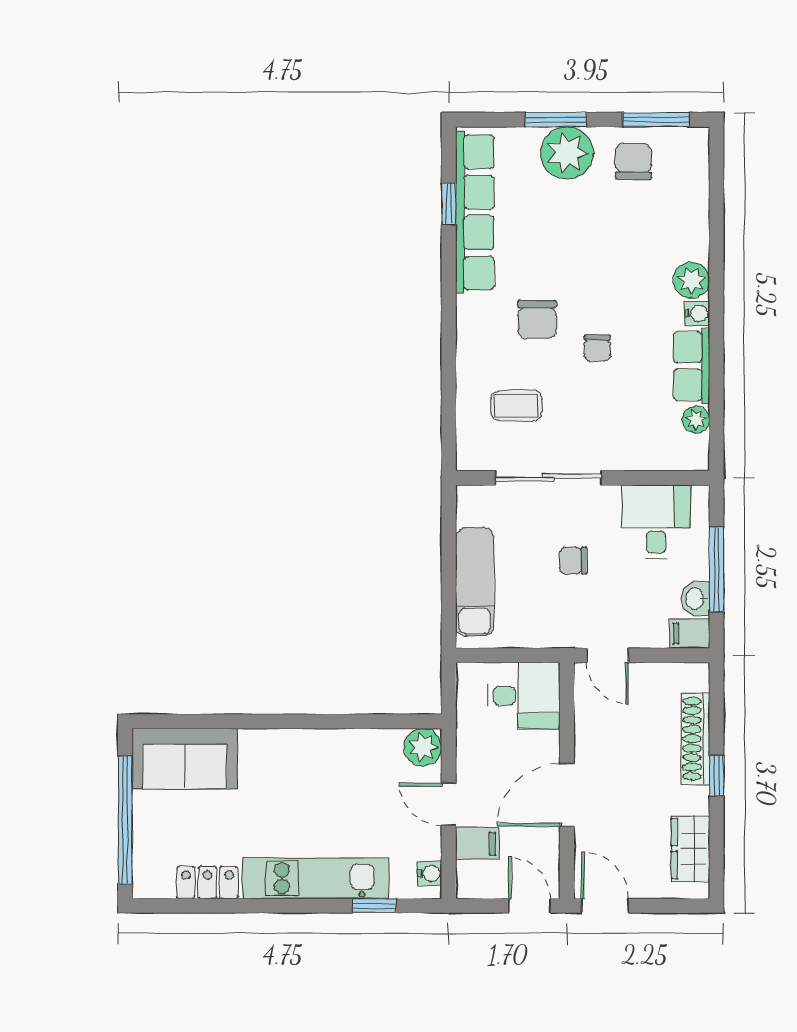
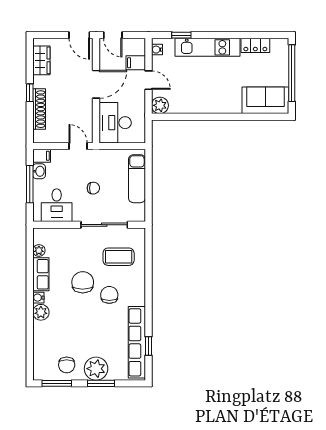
chair: (597, 348) -> (83, 282), width x1.87, depth x1.87
coffee table: (516, 406) -> (119, 257), width x1.36, depth x1.30
desk: (524, 696) -> (115, 123), width x1.37

